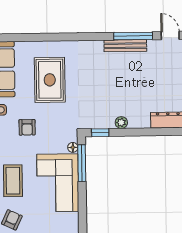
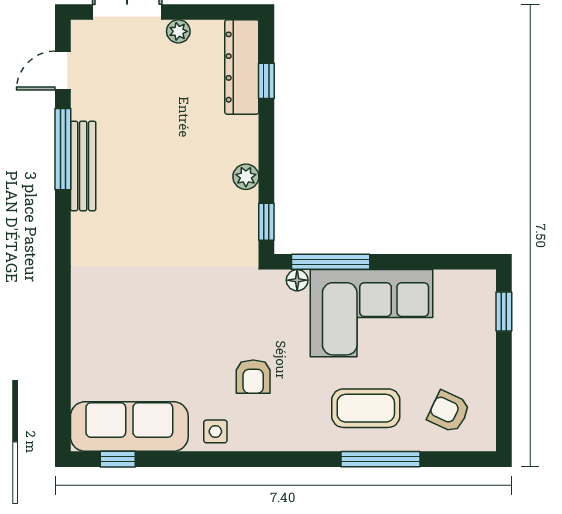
rug: (50, 80) -> (153, 327), removed
armchair: (27, 127) -> (253, 377), turned 90
window: (167, 132) -> (266, 81), added

